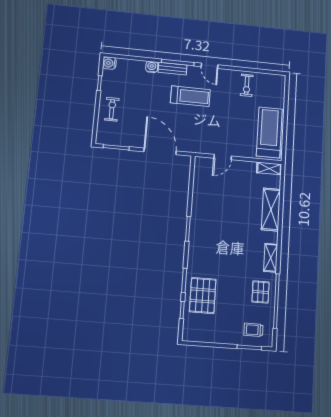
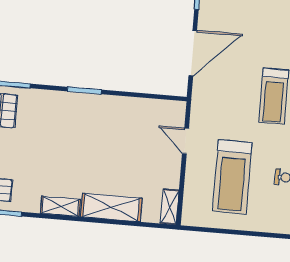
treadmill: (269, 132) -> (232, 177), moved, turned 90
shelving: (271, 258) -> (60, 206), moved

